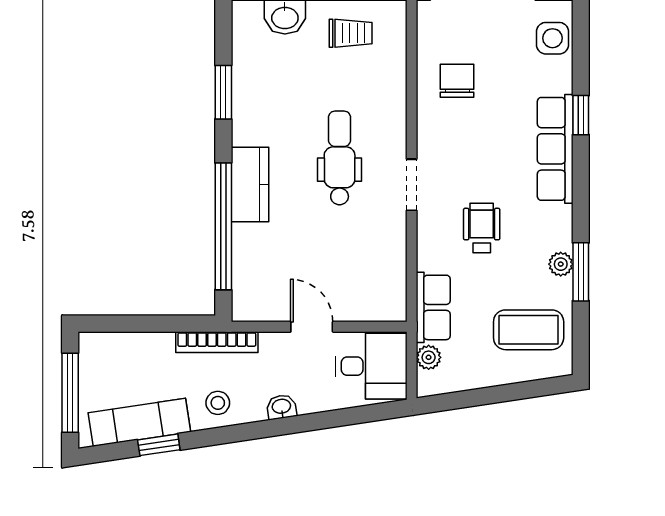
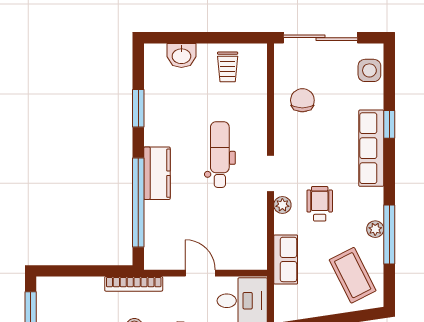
trolley: (351, 33) -> (228, 67), turned 90
window: (581, 272) -> (389, 234), width x1.44
coffee table: (529, 330) -> (353, 275), turned 63
plant: (429, 357) -> (282, 205), moved

